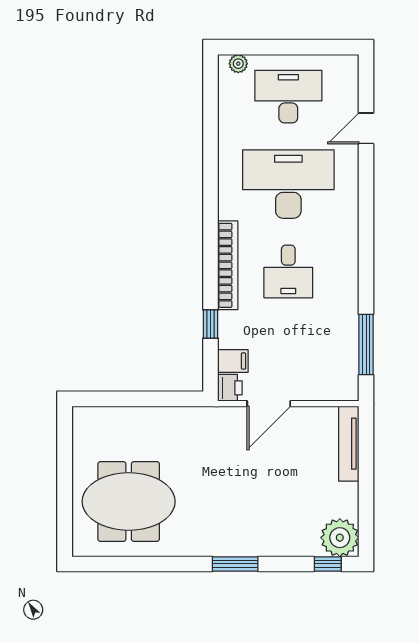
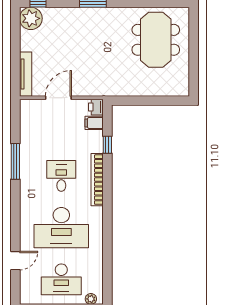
window: (366, 345) -> (15, 161), moved
door: (269, 404) -> (58, 98), moved
meeting table: (129, 502) -> (156, 40), turned 90

